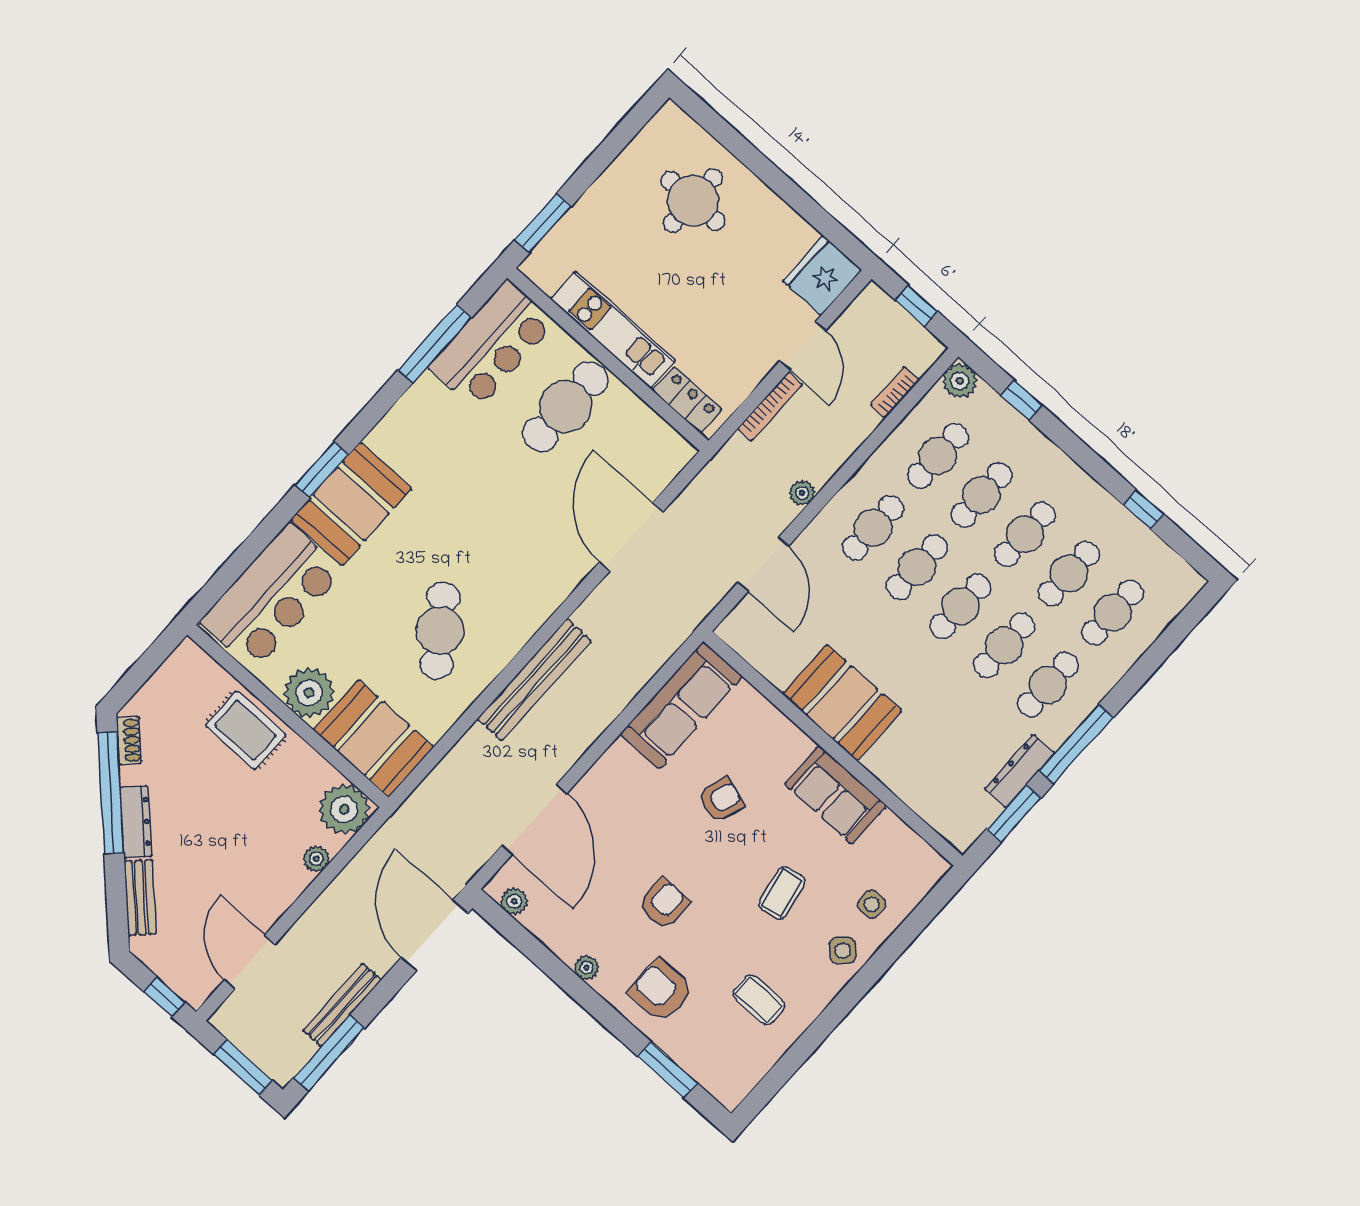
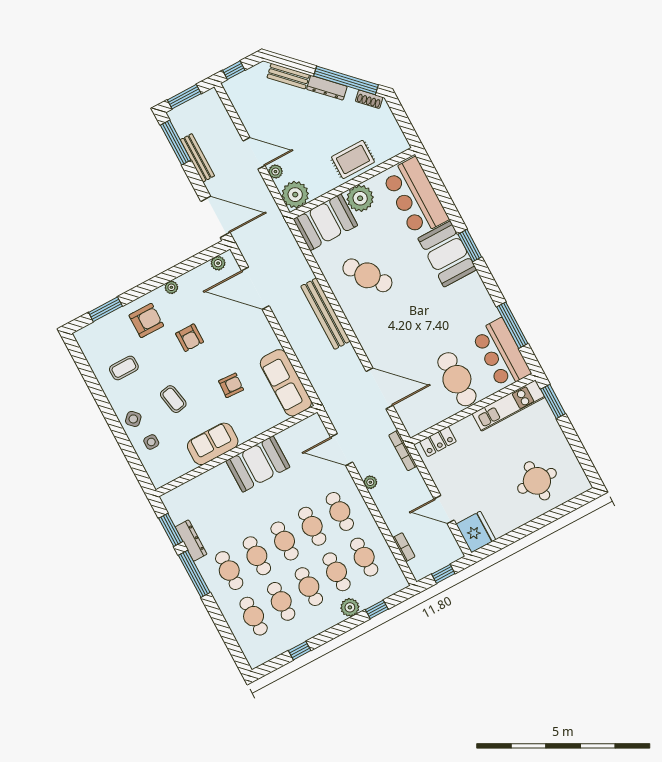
kitchen unit: (613, 330) -> (508, 406), moved
plant: (960, 381) -> (350, 607), moved
bookcase: (770, 407) -> (403, 451), moved
armchair: (721, 800) -> (231, 385), turned -105
door: (250, 962) -> (254, 153), moved

